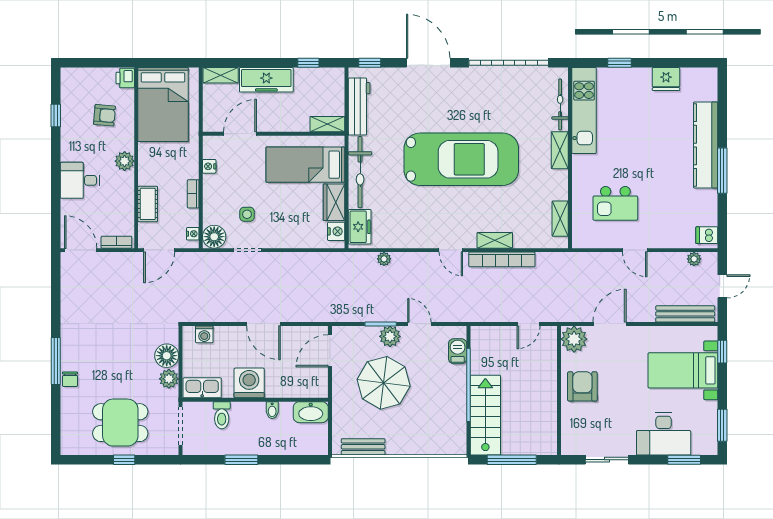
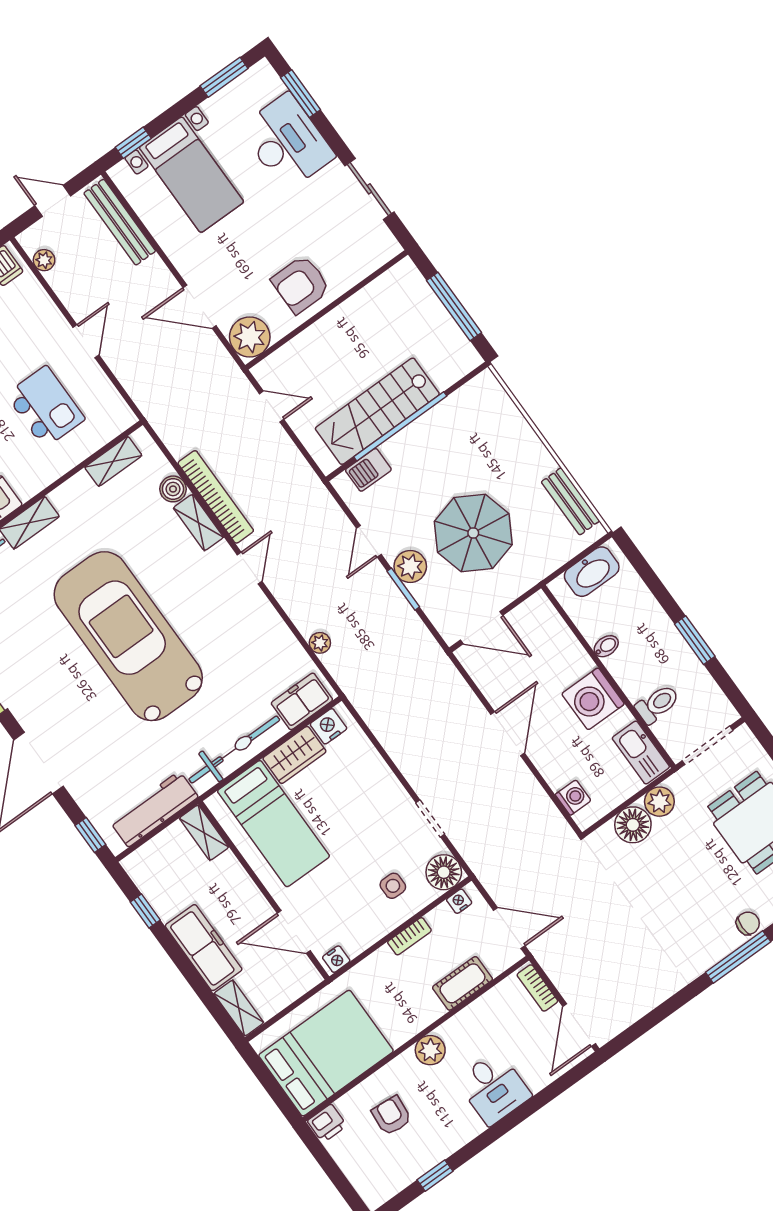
nightstand: (209, 166) -> (336, 959), moved
side table: (247, 214) -> (393, 886), moved
boiler: (522, 240) -> (173, 489), added
washbasin: (311, 412) -> (592, 572), moved, turned 90
stairs: (485, 415) -> (377, 411), moved

